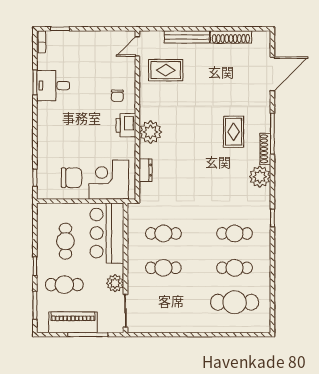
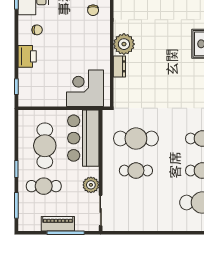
printer: (126, 125) -> (27, 56), moved, turned 180
dresser: (146, 170) -> (119, 66), moved
chair: (72, 178) -> (37, 30), moved, width x0.54, depth x0.54
cafe table: (163, 233) -> (136, 139), width x1.37, depth x1.35
cafe table: (65, 241) -> (45, 146), width x1.37, depth x1.35
piano: (73, 322) -> (58, 224), width x0.73, depth x0.75

